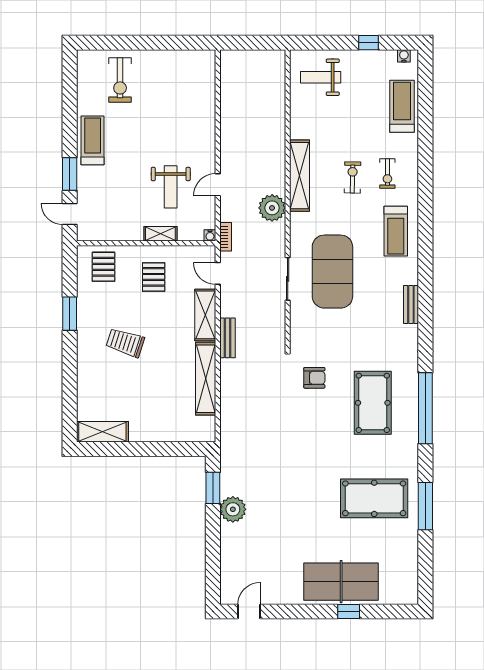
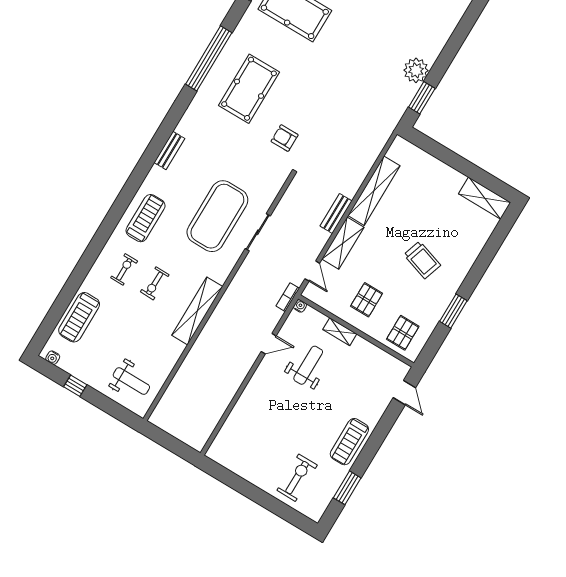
window: (70, 174) -> (347, 488), moved
plant: (272, 208) -> (236, 298), removed

